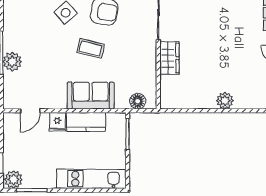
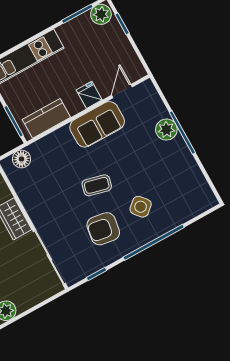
sofa: (91, 96) -> (97, 124), moved
kitchen counter: (86, 122) -> (46, 118), moved

